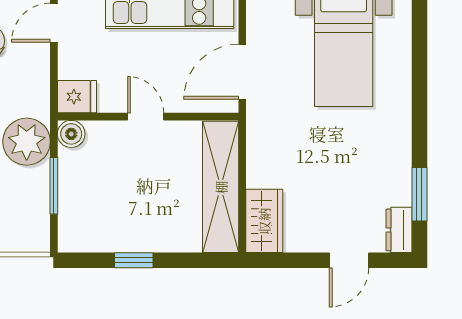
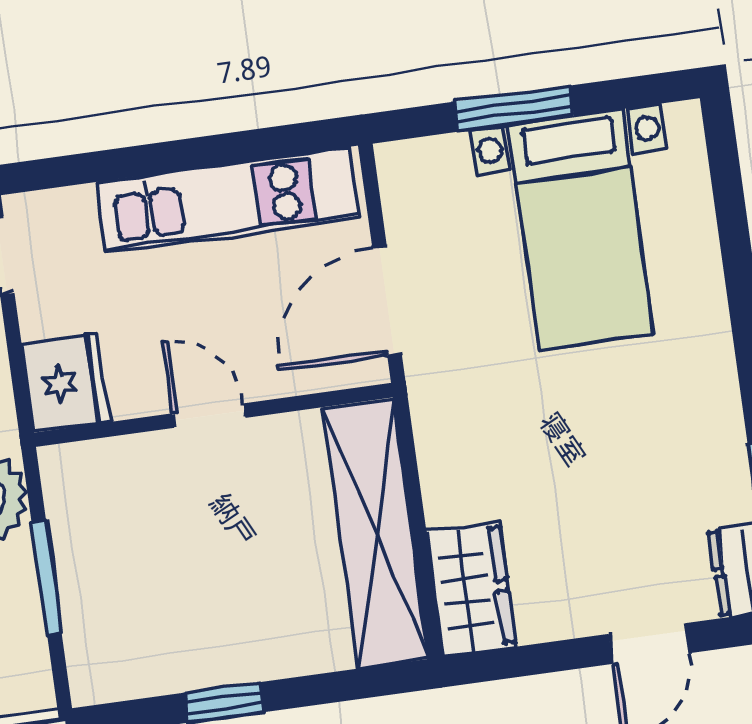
fridge: (77, 97) -> (66, 383), width x1.38
boiler: (71, 134) -> (67, 470), removed

